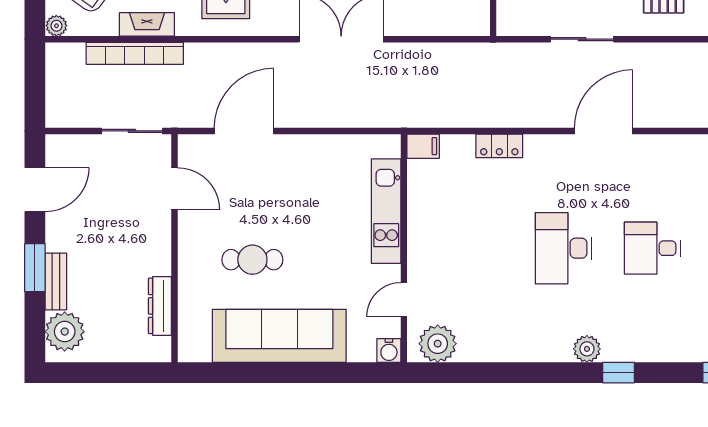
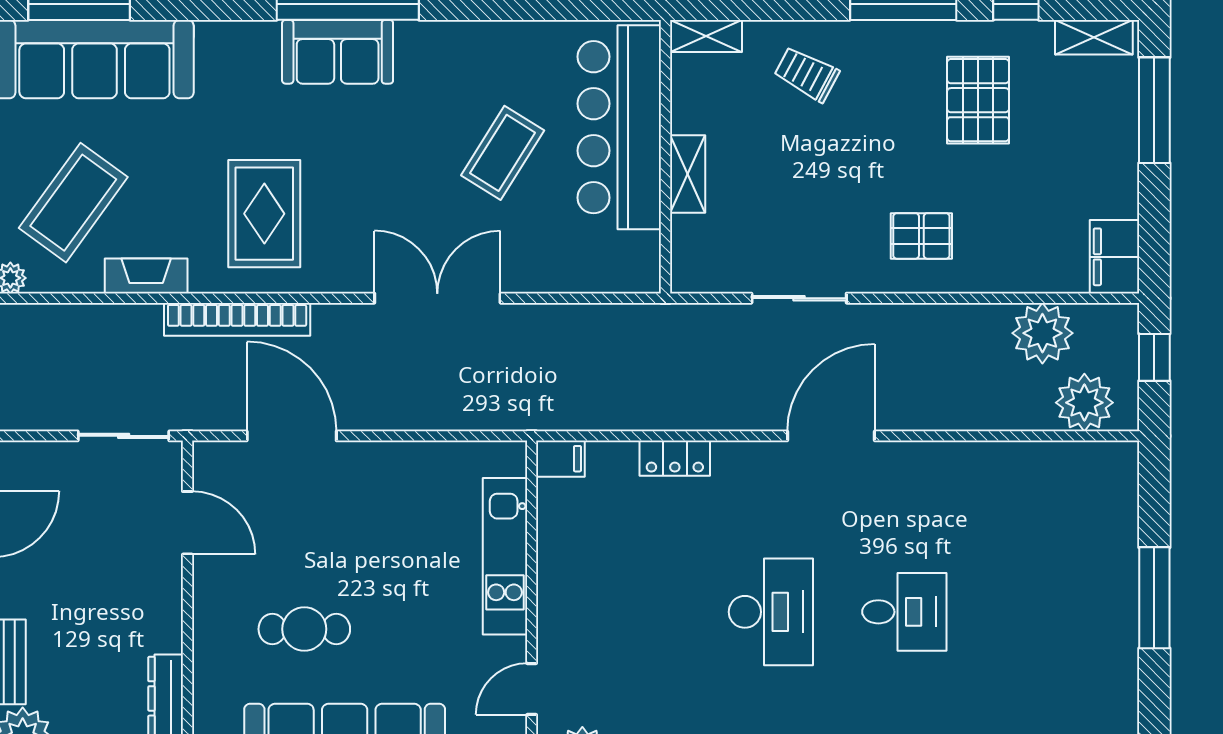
bookcase: (135, 53) -> (237, 319), moved
door: (244, 131) -> (292, 436), hinge flipped
desk: (563, 248) -> (771, 612), turned 180
desk: (652, 248) -> (904, 612), turned 180

